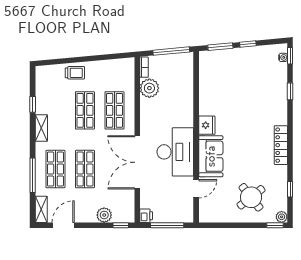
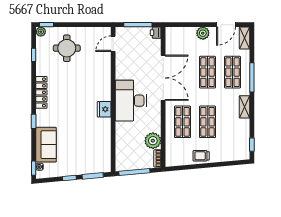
trolley: (75, 73) -> (201, 156), moved
window: (290, 91) -> (34, 121), moved
window: (33, 104) -> (252, 145), moved
desk: (175, 152) -> (131, 101), moved
sofa: (211, 156) -> (46, 145), moved, turned 180
window: (33, 175) -> (252, 77), moved
door: (196, 189) -> (113, 44), moved
round table: (251, 197) -> (67, 48), turned 38
plant: (104, 215) -> (203, 33), moved
window: (121, 225) -> (177, 25), removed

